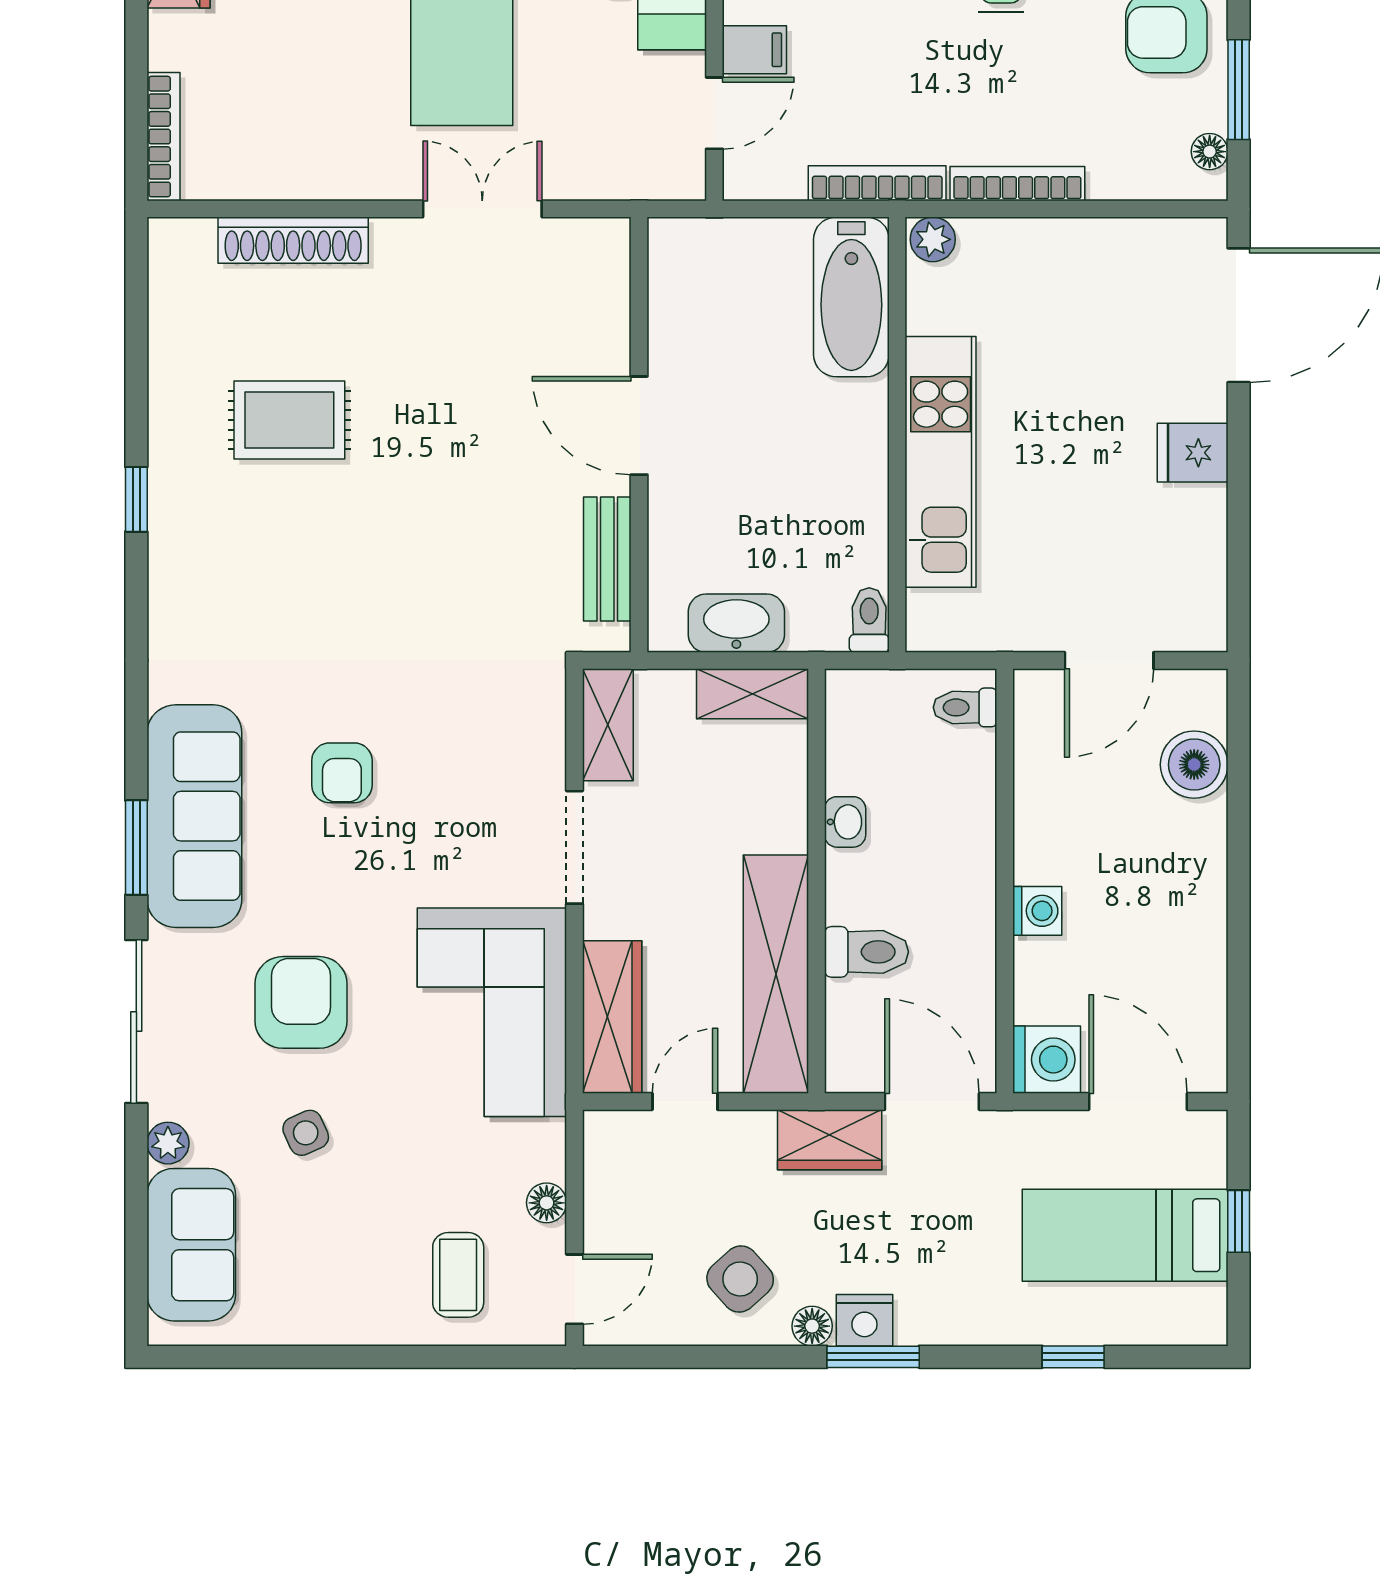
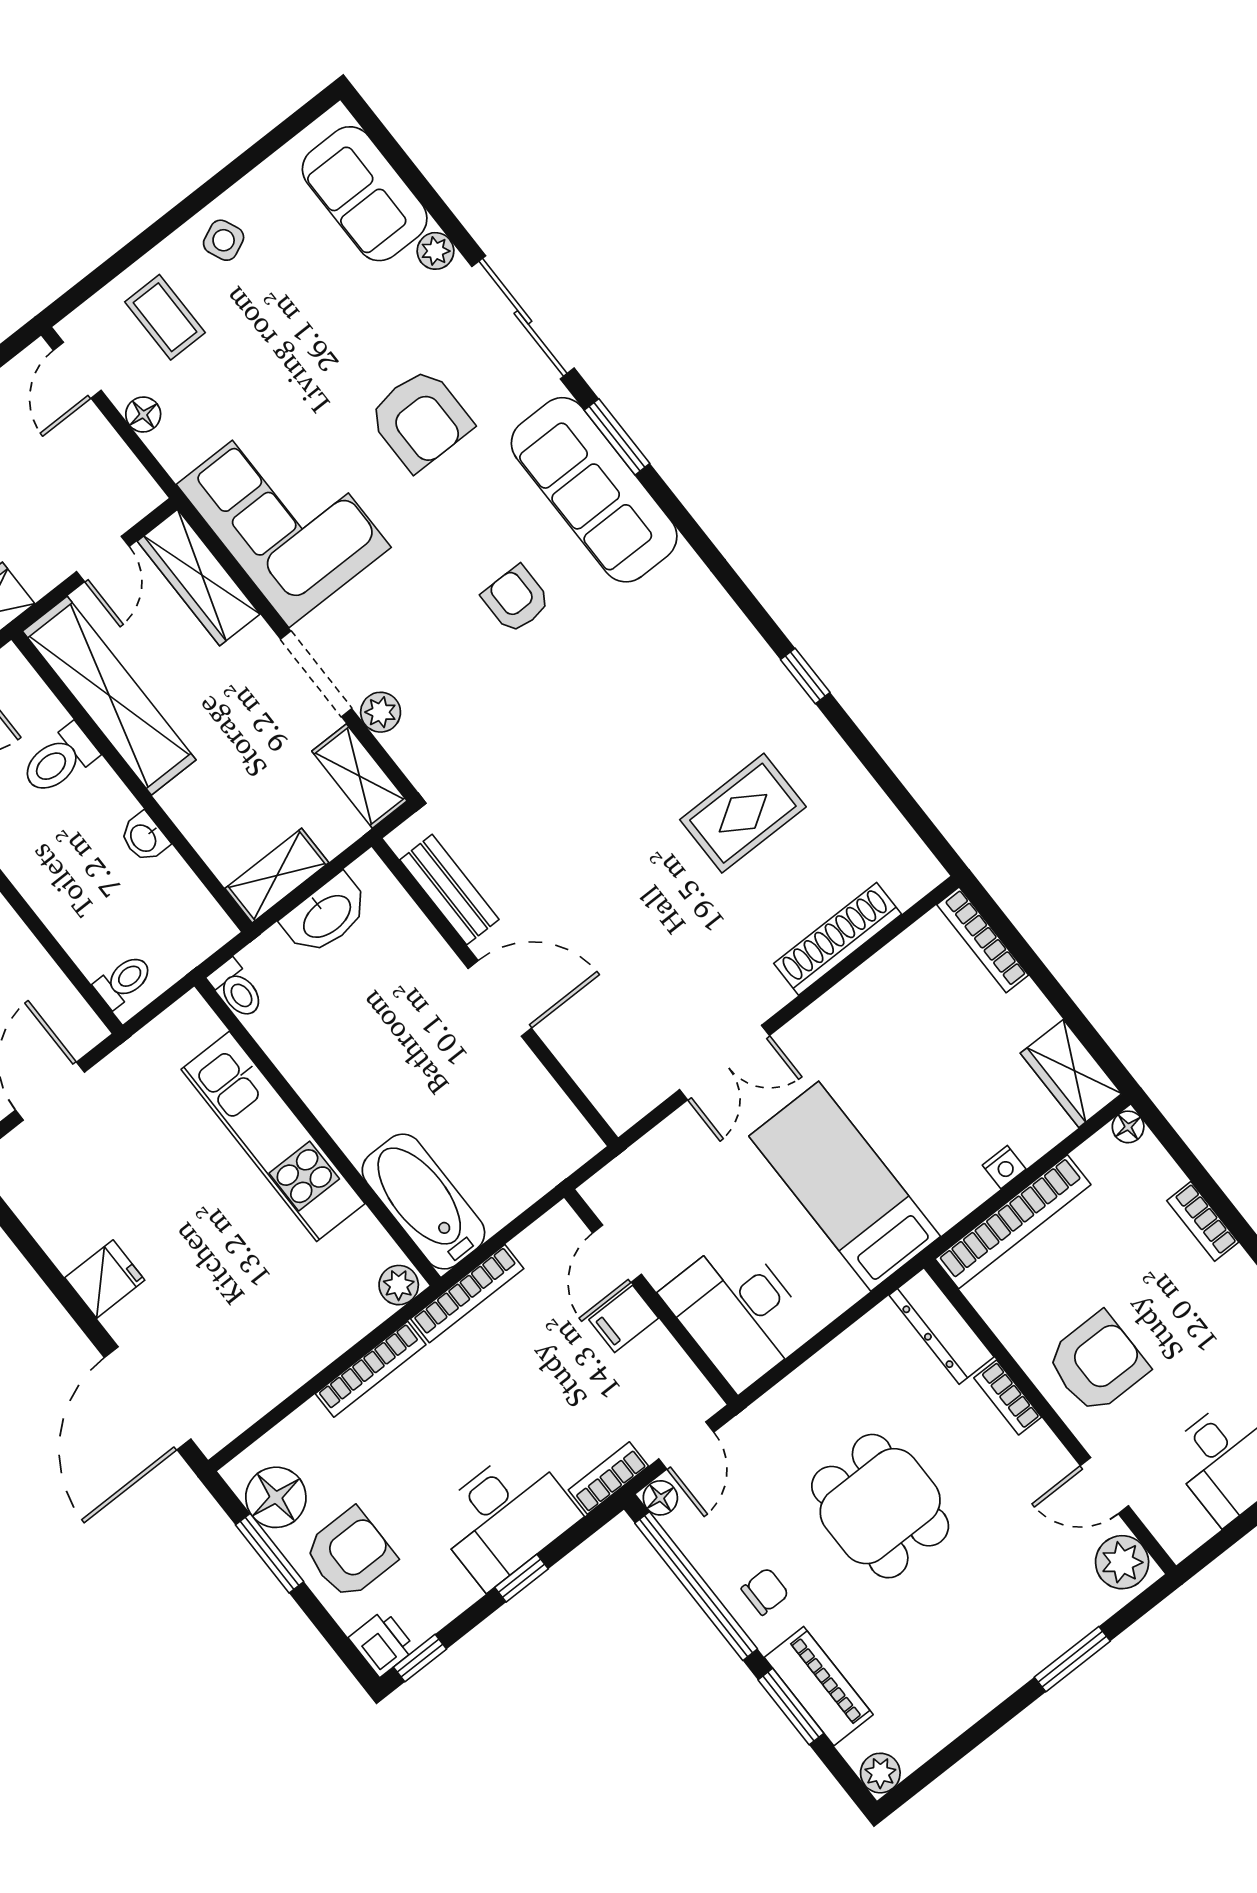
floor lamp: (1210, 152) -> (276, 1497), width x1.89, depth x1.89
plant: (544, 767) -> (381, 712), added
side table: (306, 1133) -> (224, 240), moved

